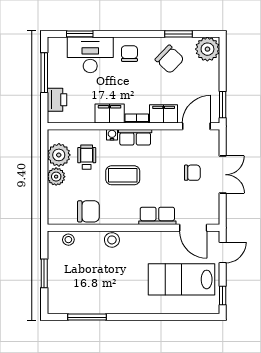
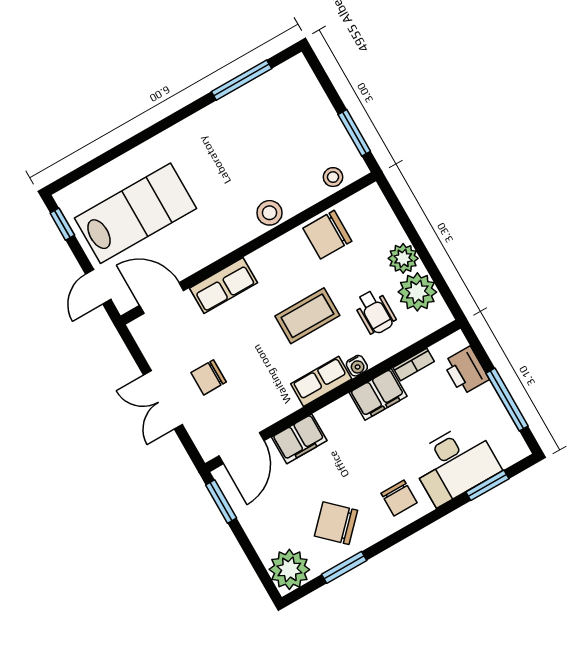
bookcase: (137, 119) -> (414, 364), moved
window: (44, 273) -> (354, 133), moved

